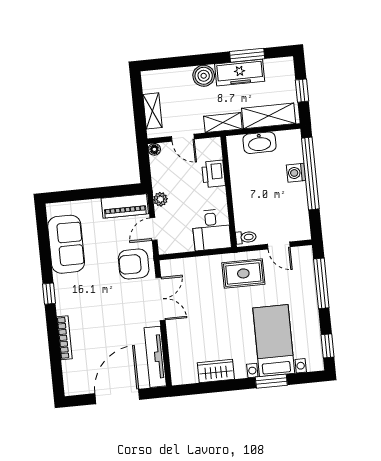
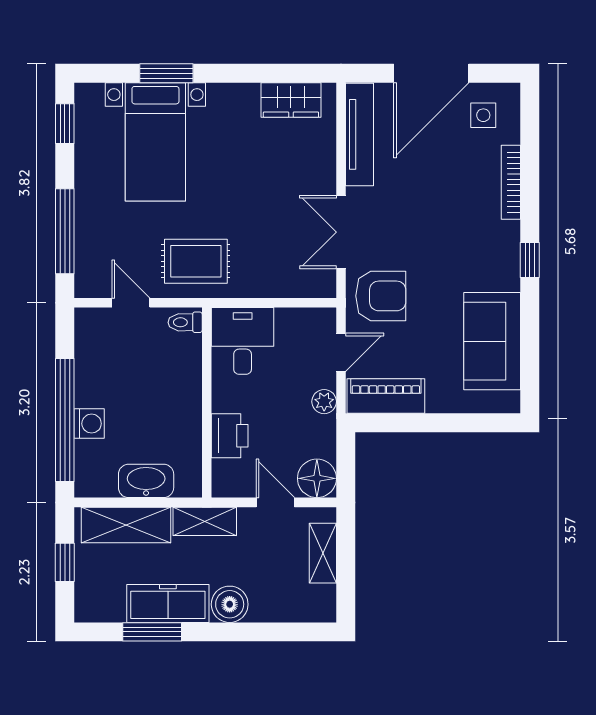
floor lamp: (154, 149) -> (317, 478), width x1.89, depth x1.89
wardrobe: (216, 371) -> (291, 100), moved
side table: (84, 375) -> (483, 115), added

